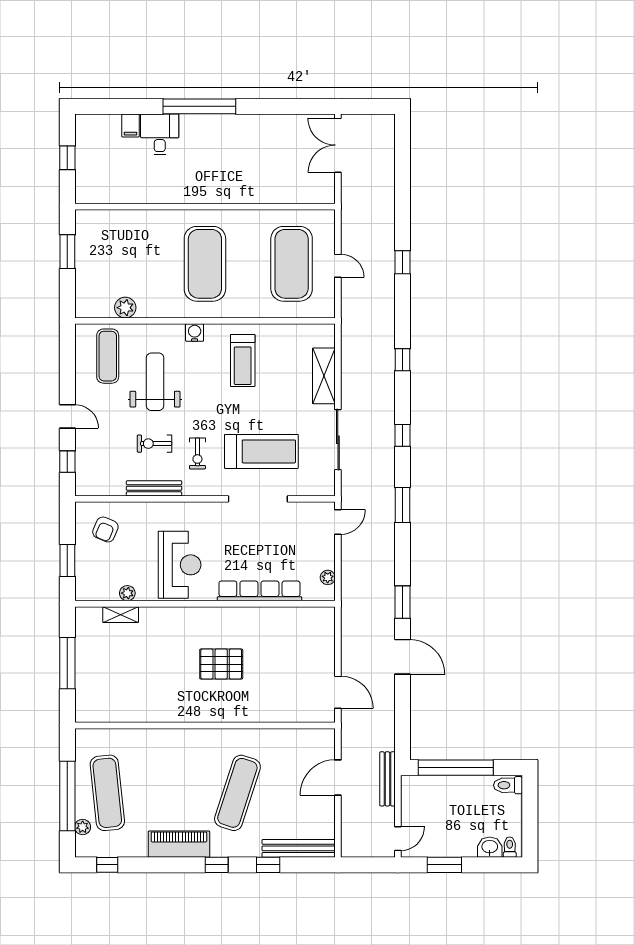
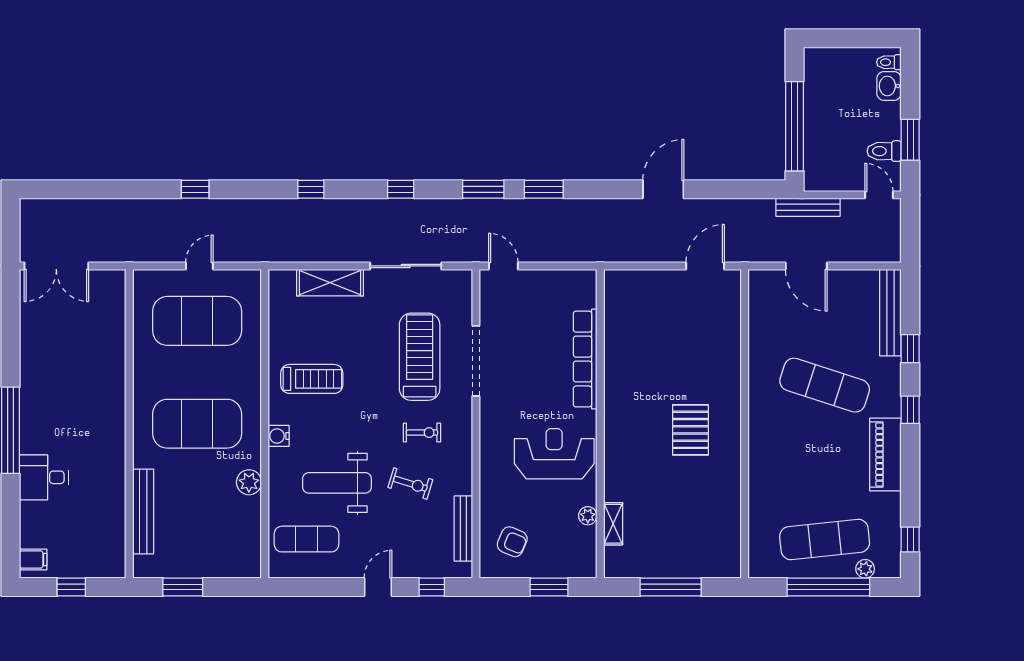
filing cabinet: (131, 126) -> (33, 560), moved
bench: (131, 218) -> (143, 511), added
plant: (125, 308) -> (249, 482), moved
exercise bike: (154, 444) -> (410, 484), turned -73
bench: (154, 488) -> (463, 528), moved
plant: (328, 577) -> (569, 278), removed
window: (402, 602) -> (544, 189), moved
pallet: (221, 664) -> (690, 430), moved
toilet: (508, 785) -> (884, 151), moved, turned 90

